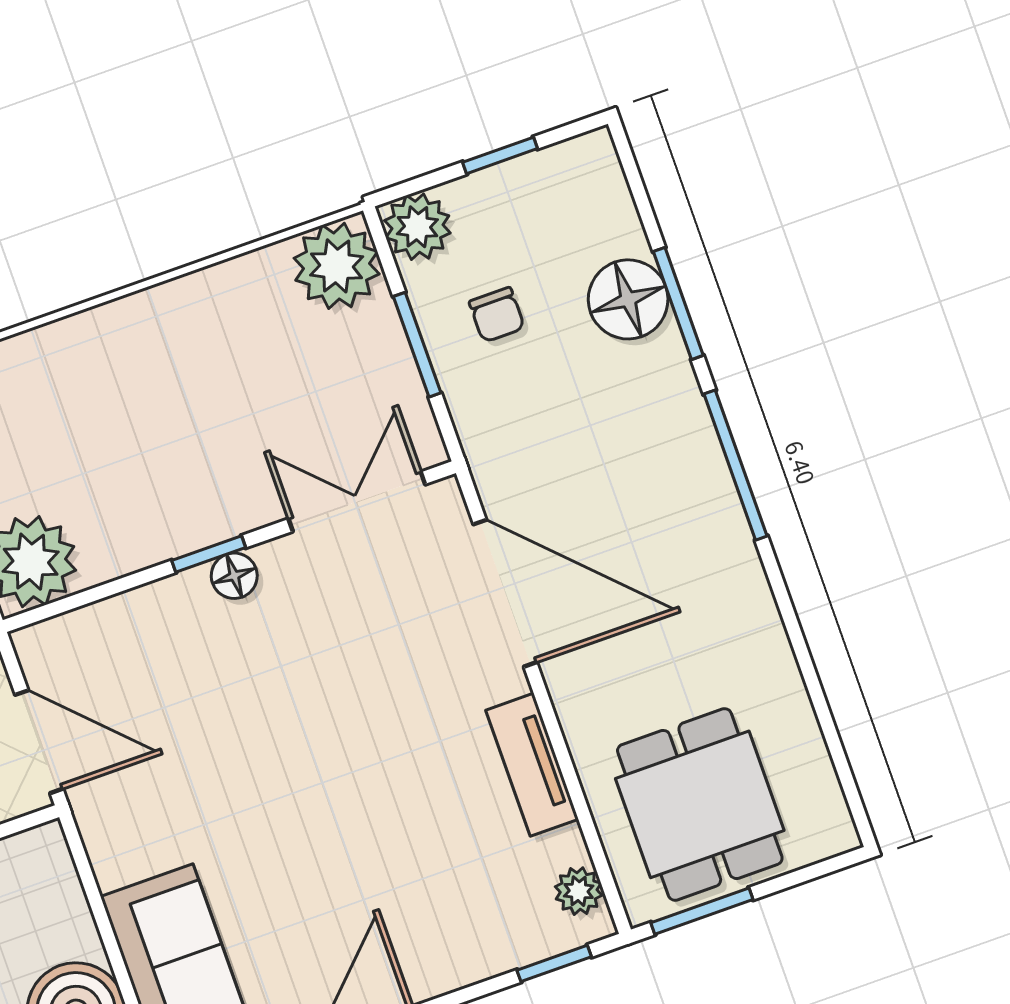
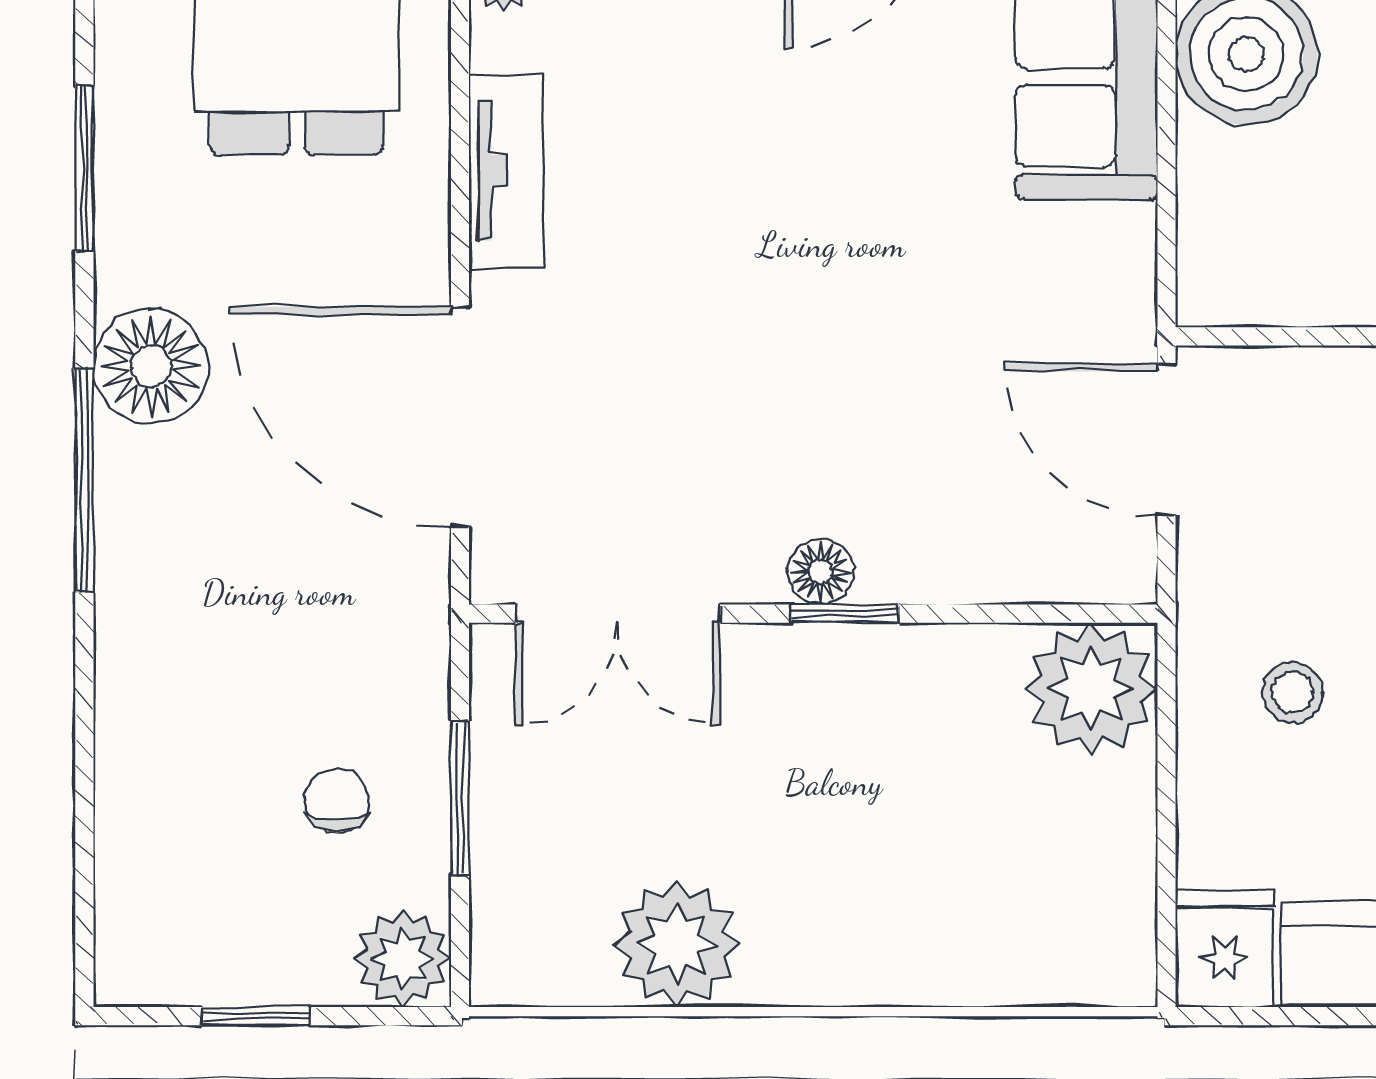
plant: (337, 266) -> (677, 944), moved
floor lamp: (628, 299) -> (151, 366), moved
window: (678, 303) -> (84, 168), moved

